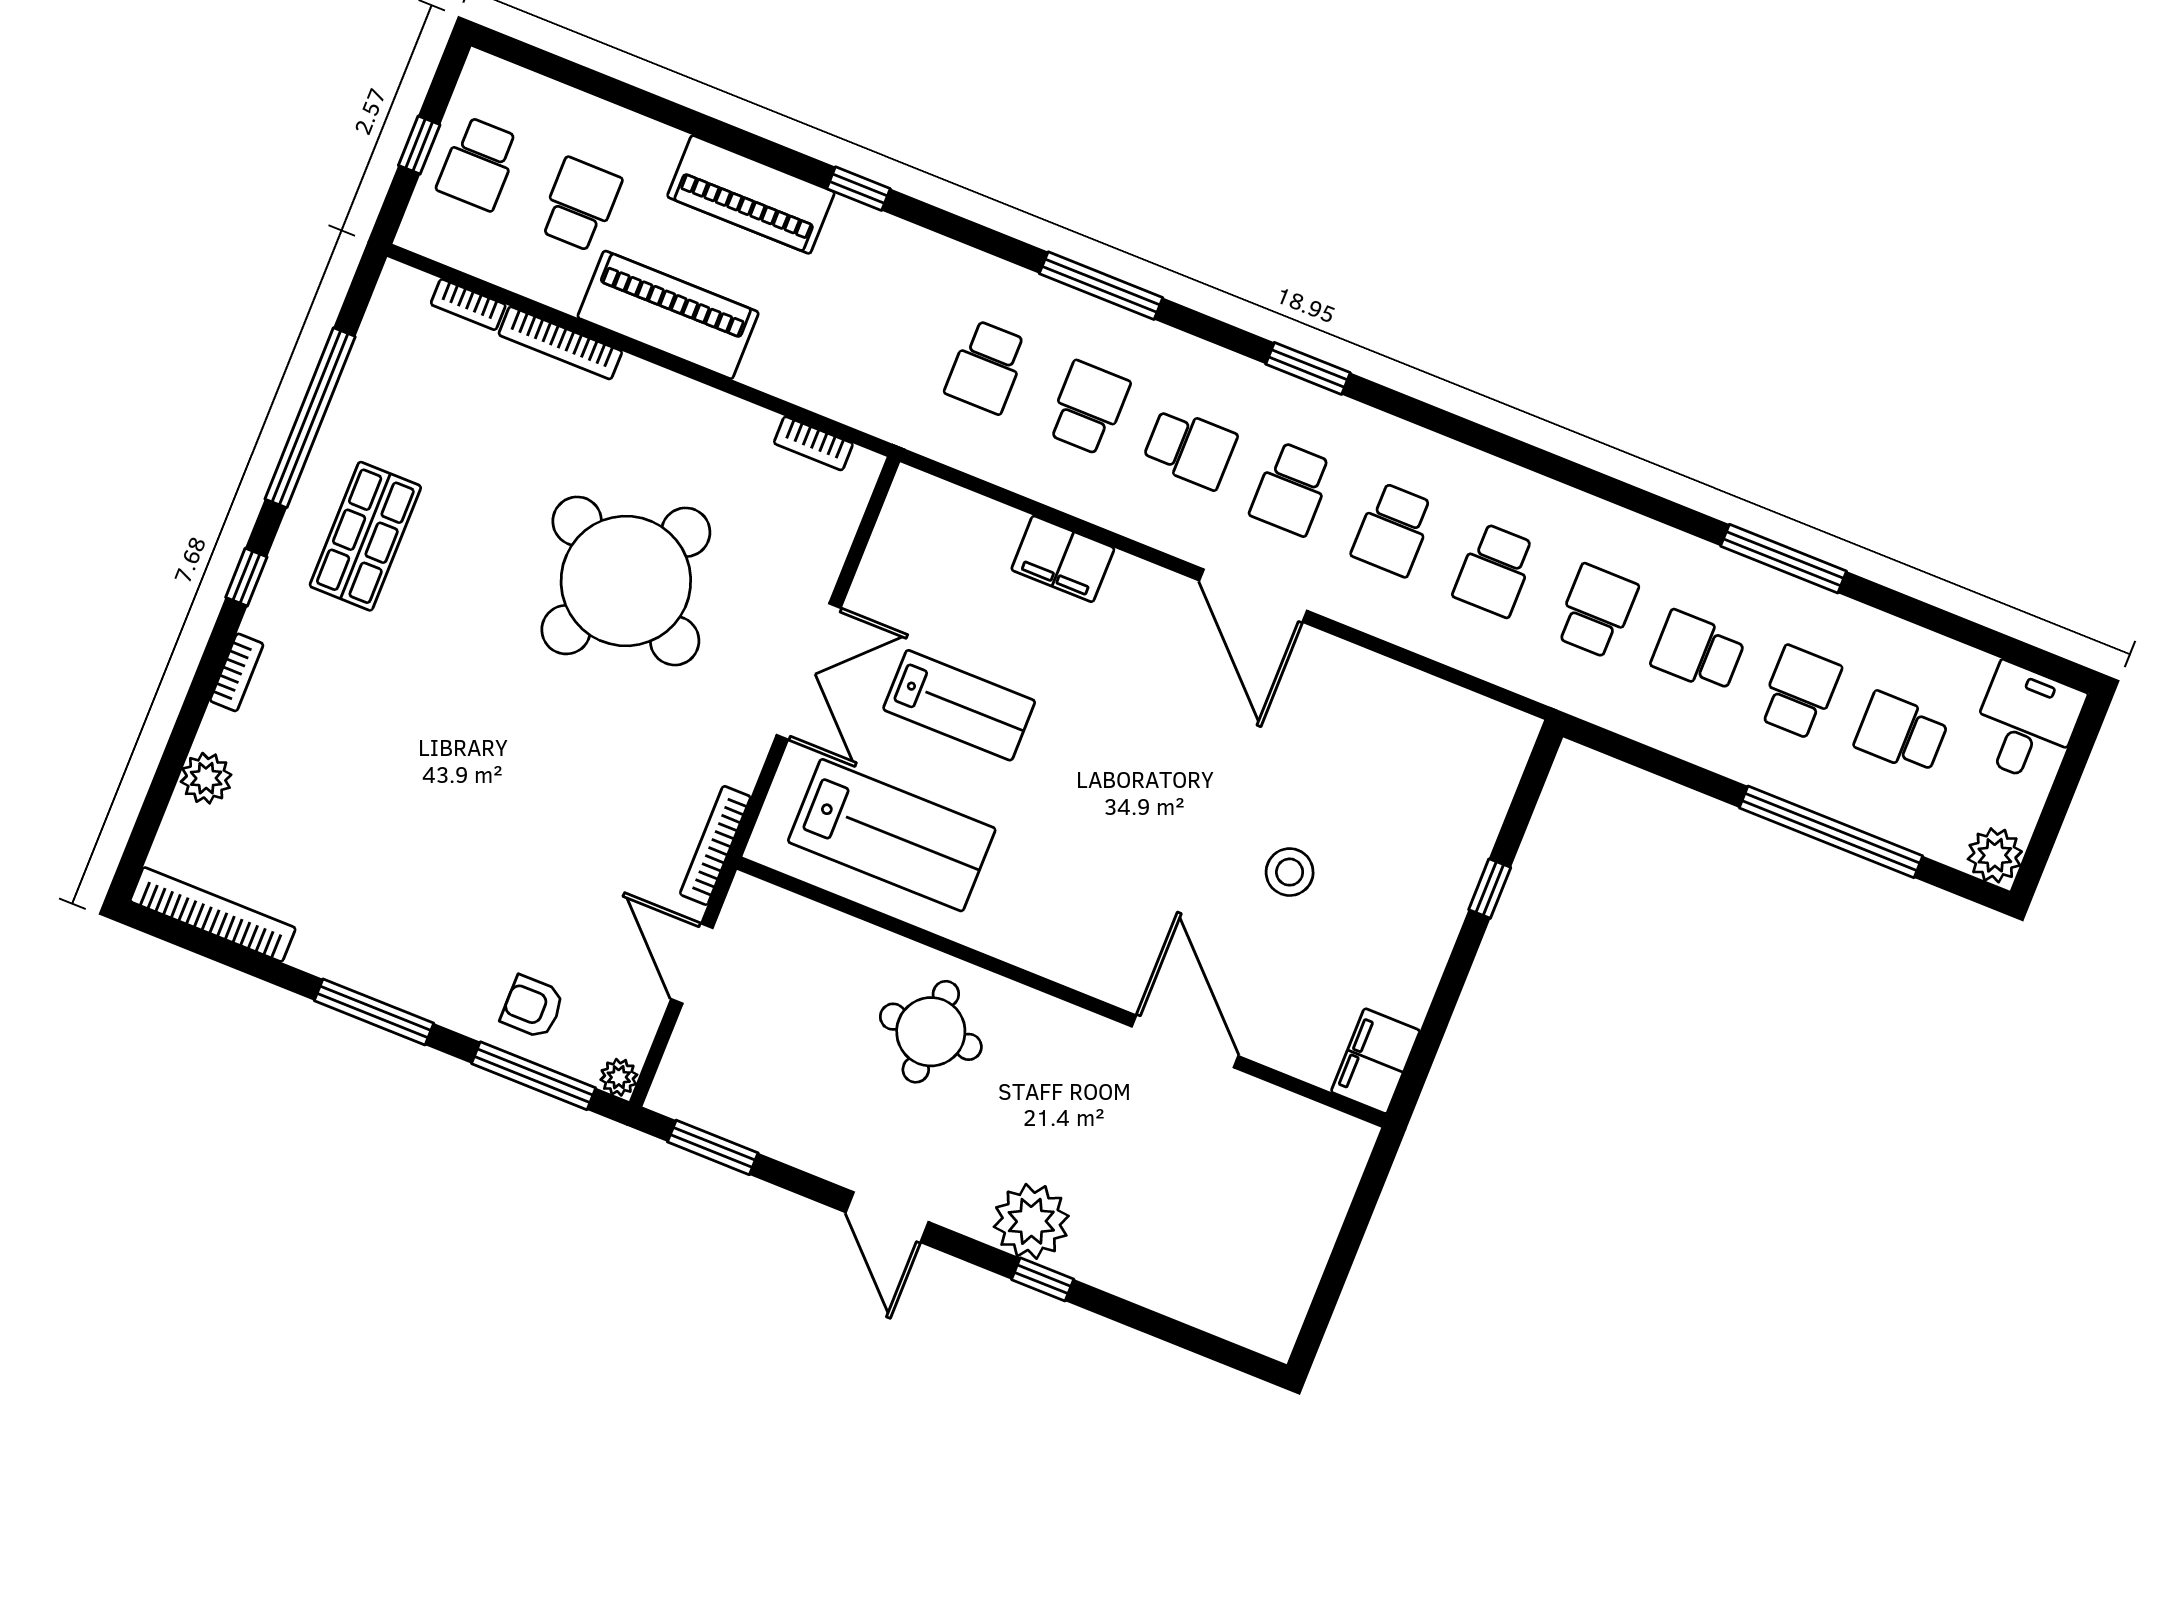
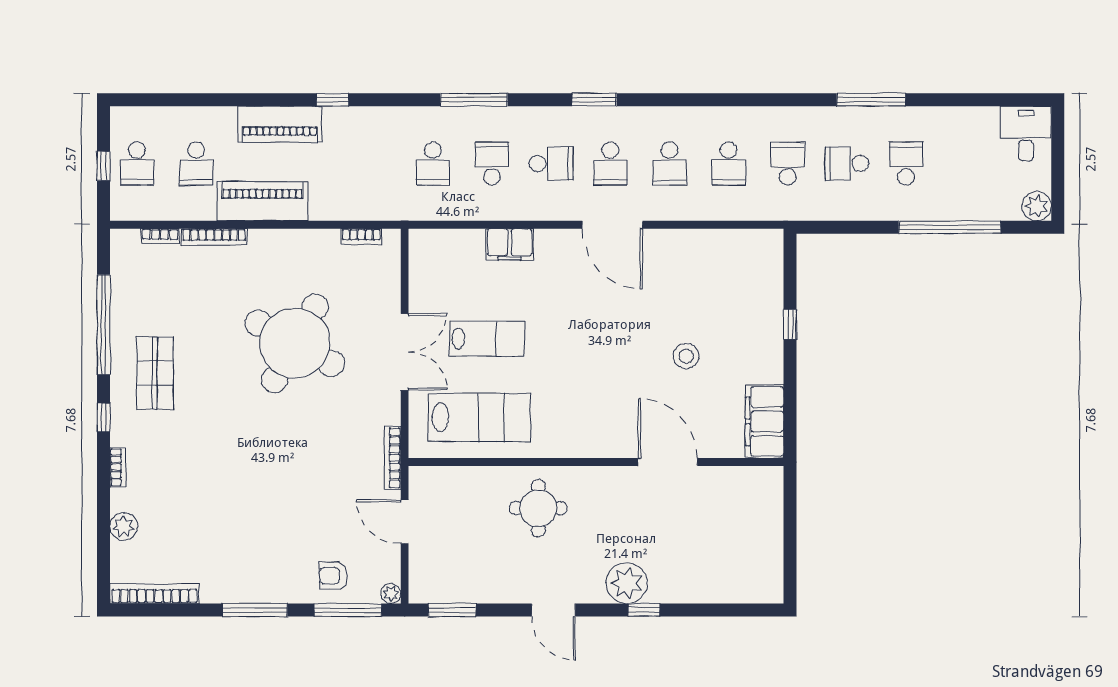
school desk: (580, 204) -> (196, 163), turned 180
school desk: (1901, 733) -> (965, 163), removed
filing cabinet: (1375, 1061) -> (764, 421), width x1.50, depth x1.17

